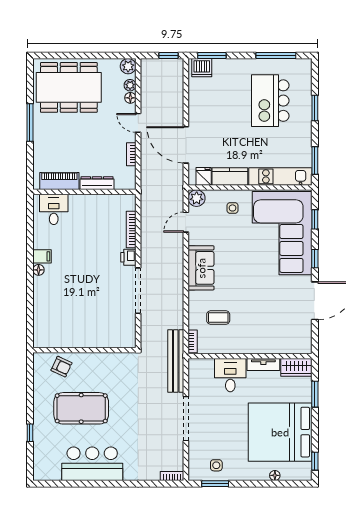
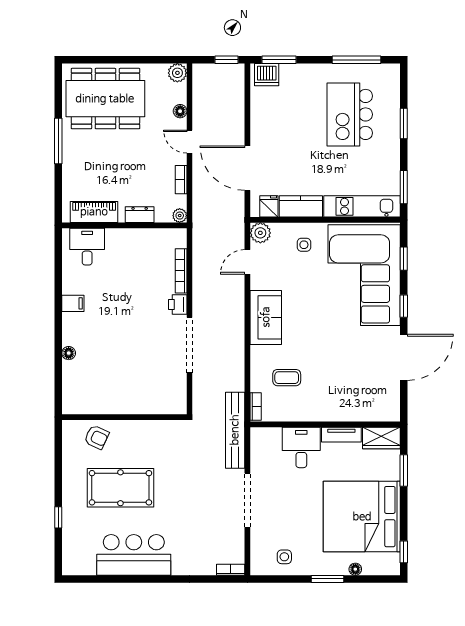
plant: (130, 85) -> (180, 216), moved
dresser: (97, 183) -> (140, 215), width x0.70
floor lamp: (39, 270) -> (69, 353), moved
window: (215, 484) -> (327, 579), moved

